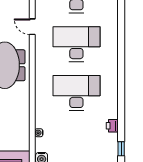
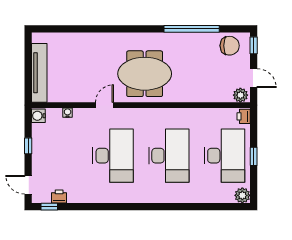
door: (32, 27) -> (104, 105), moved
printer: (112, 126) -> (59, 197), moved

